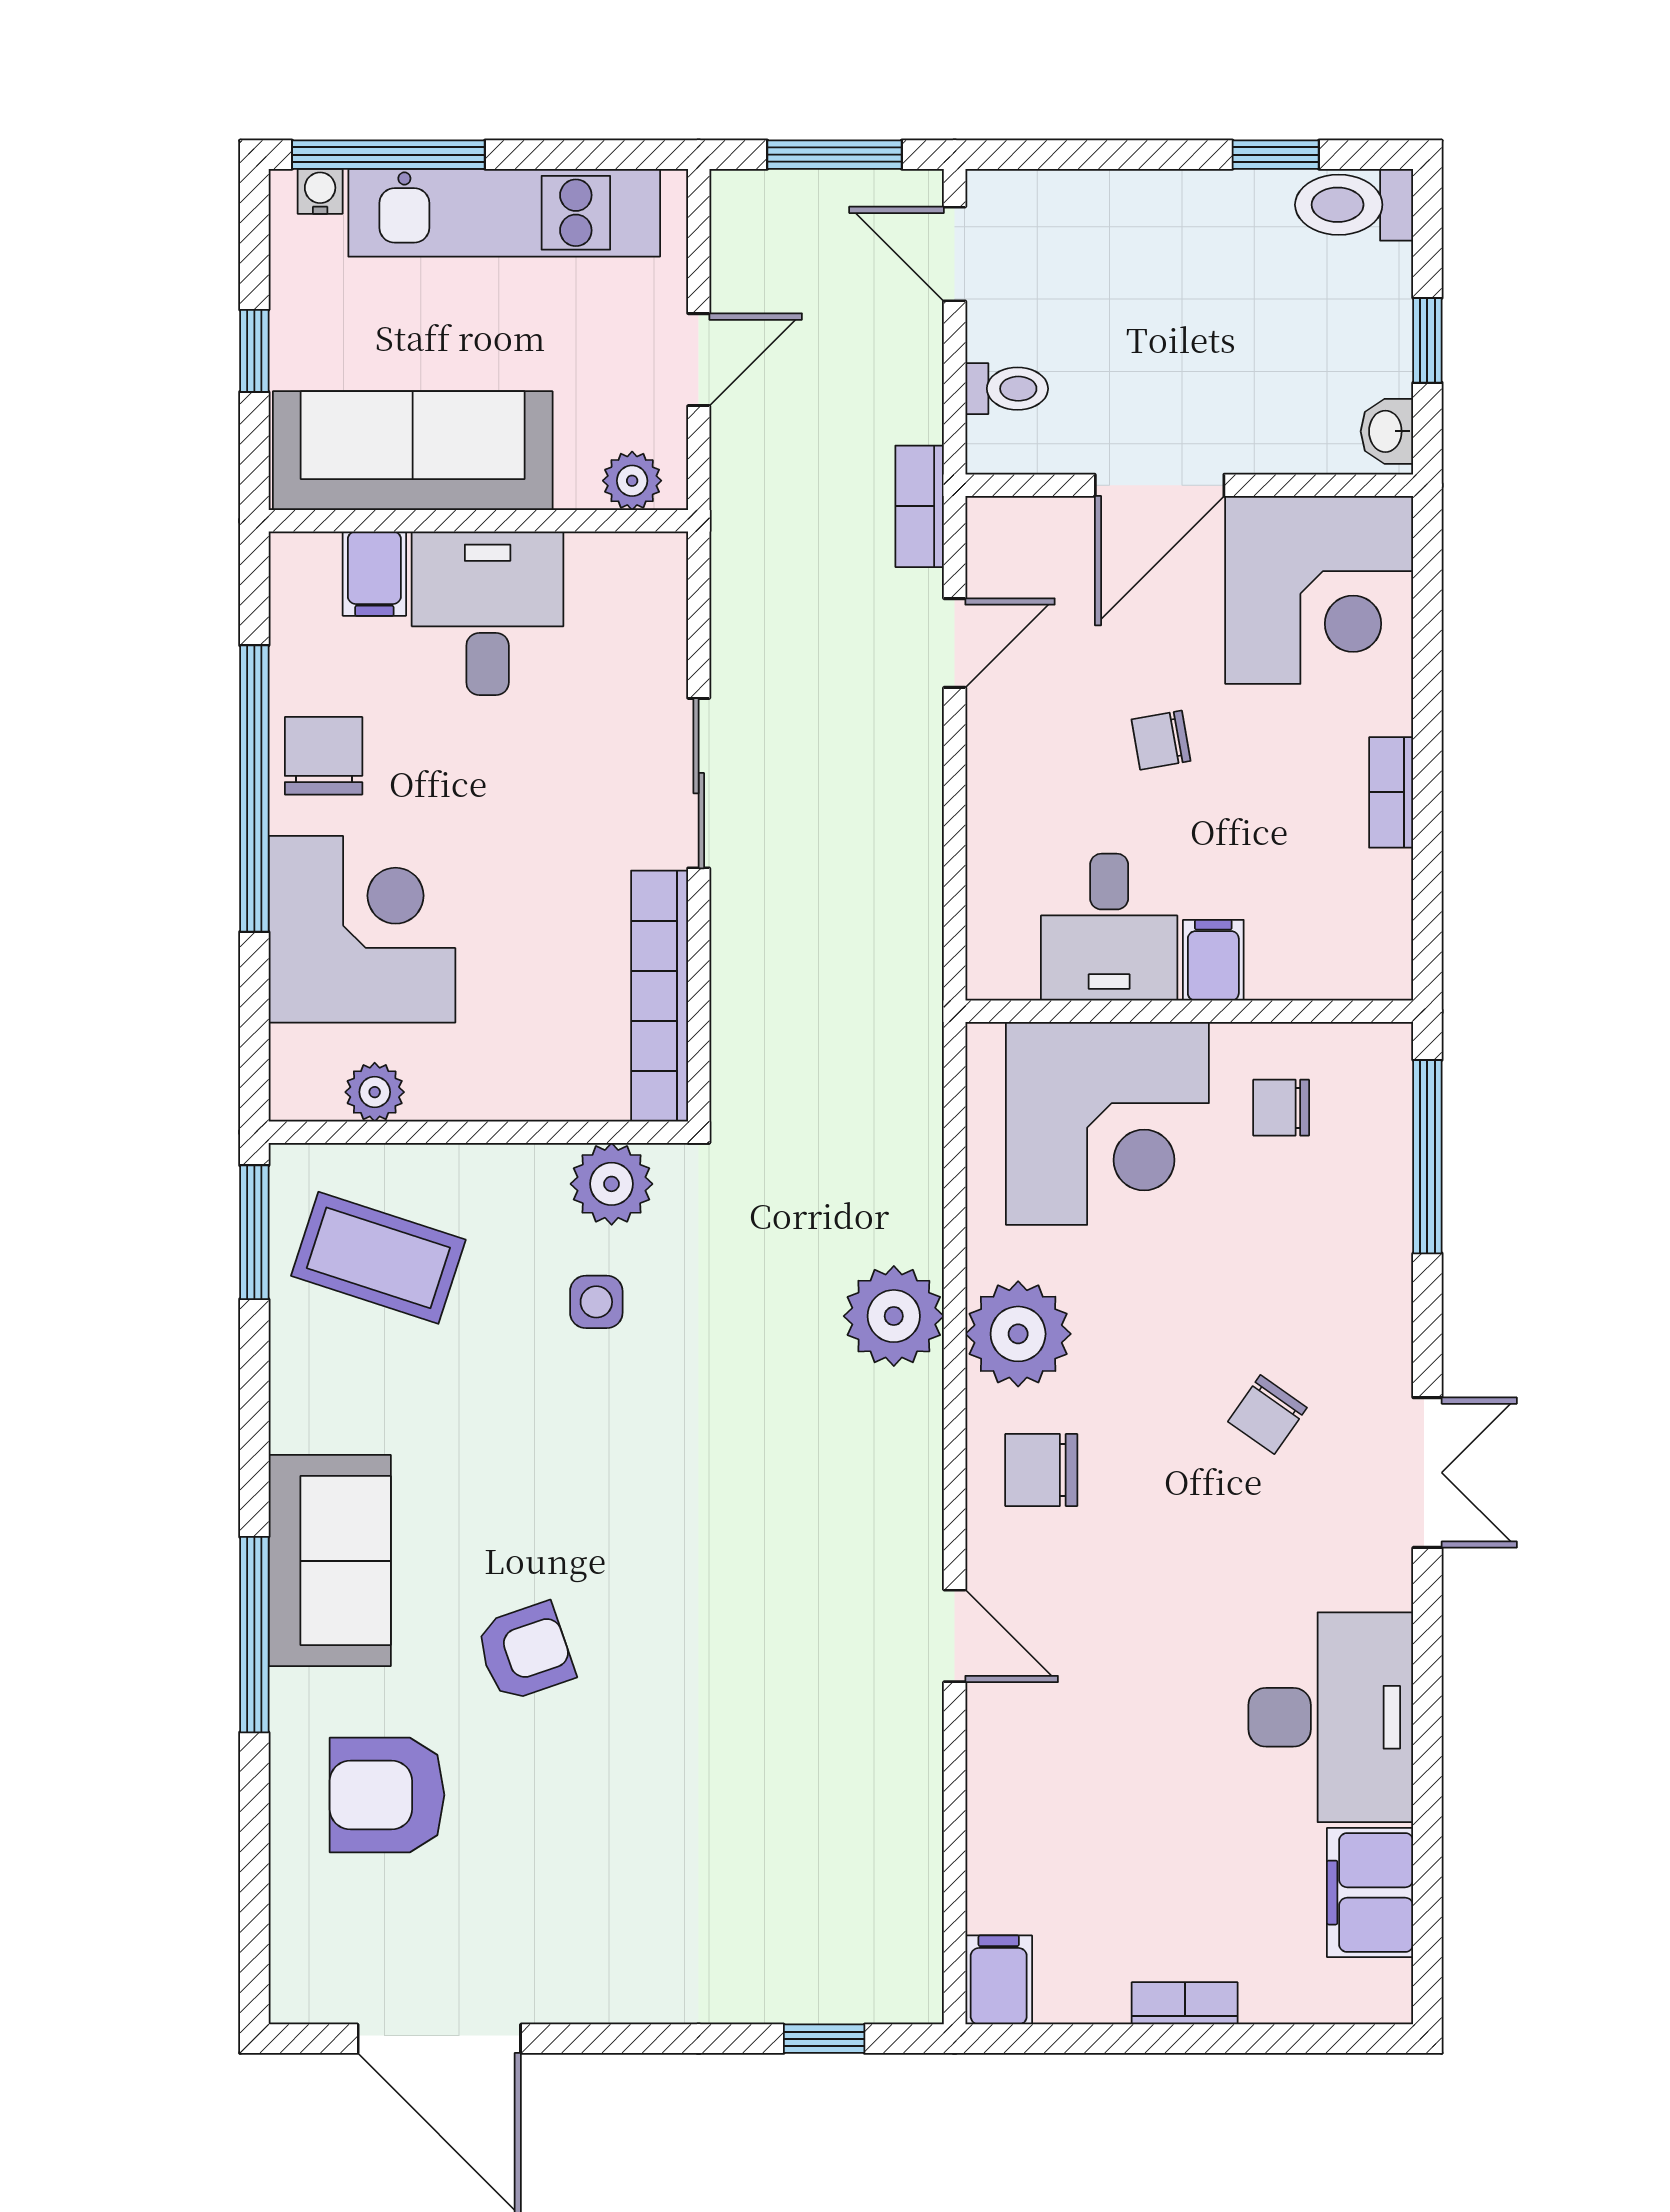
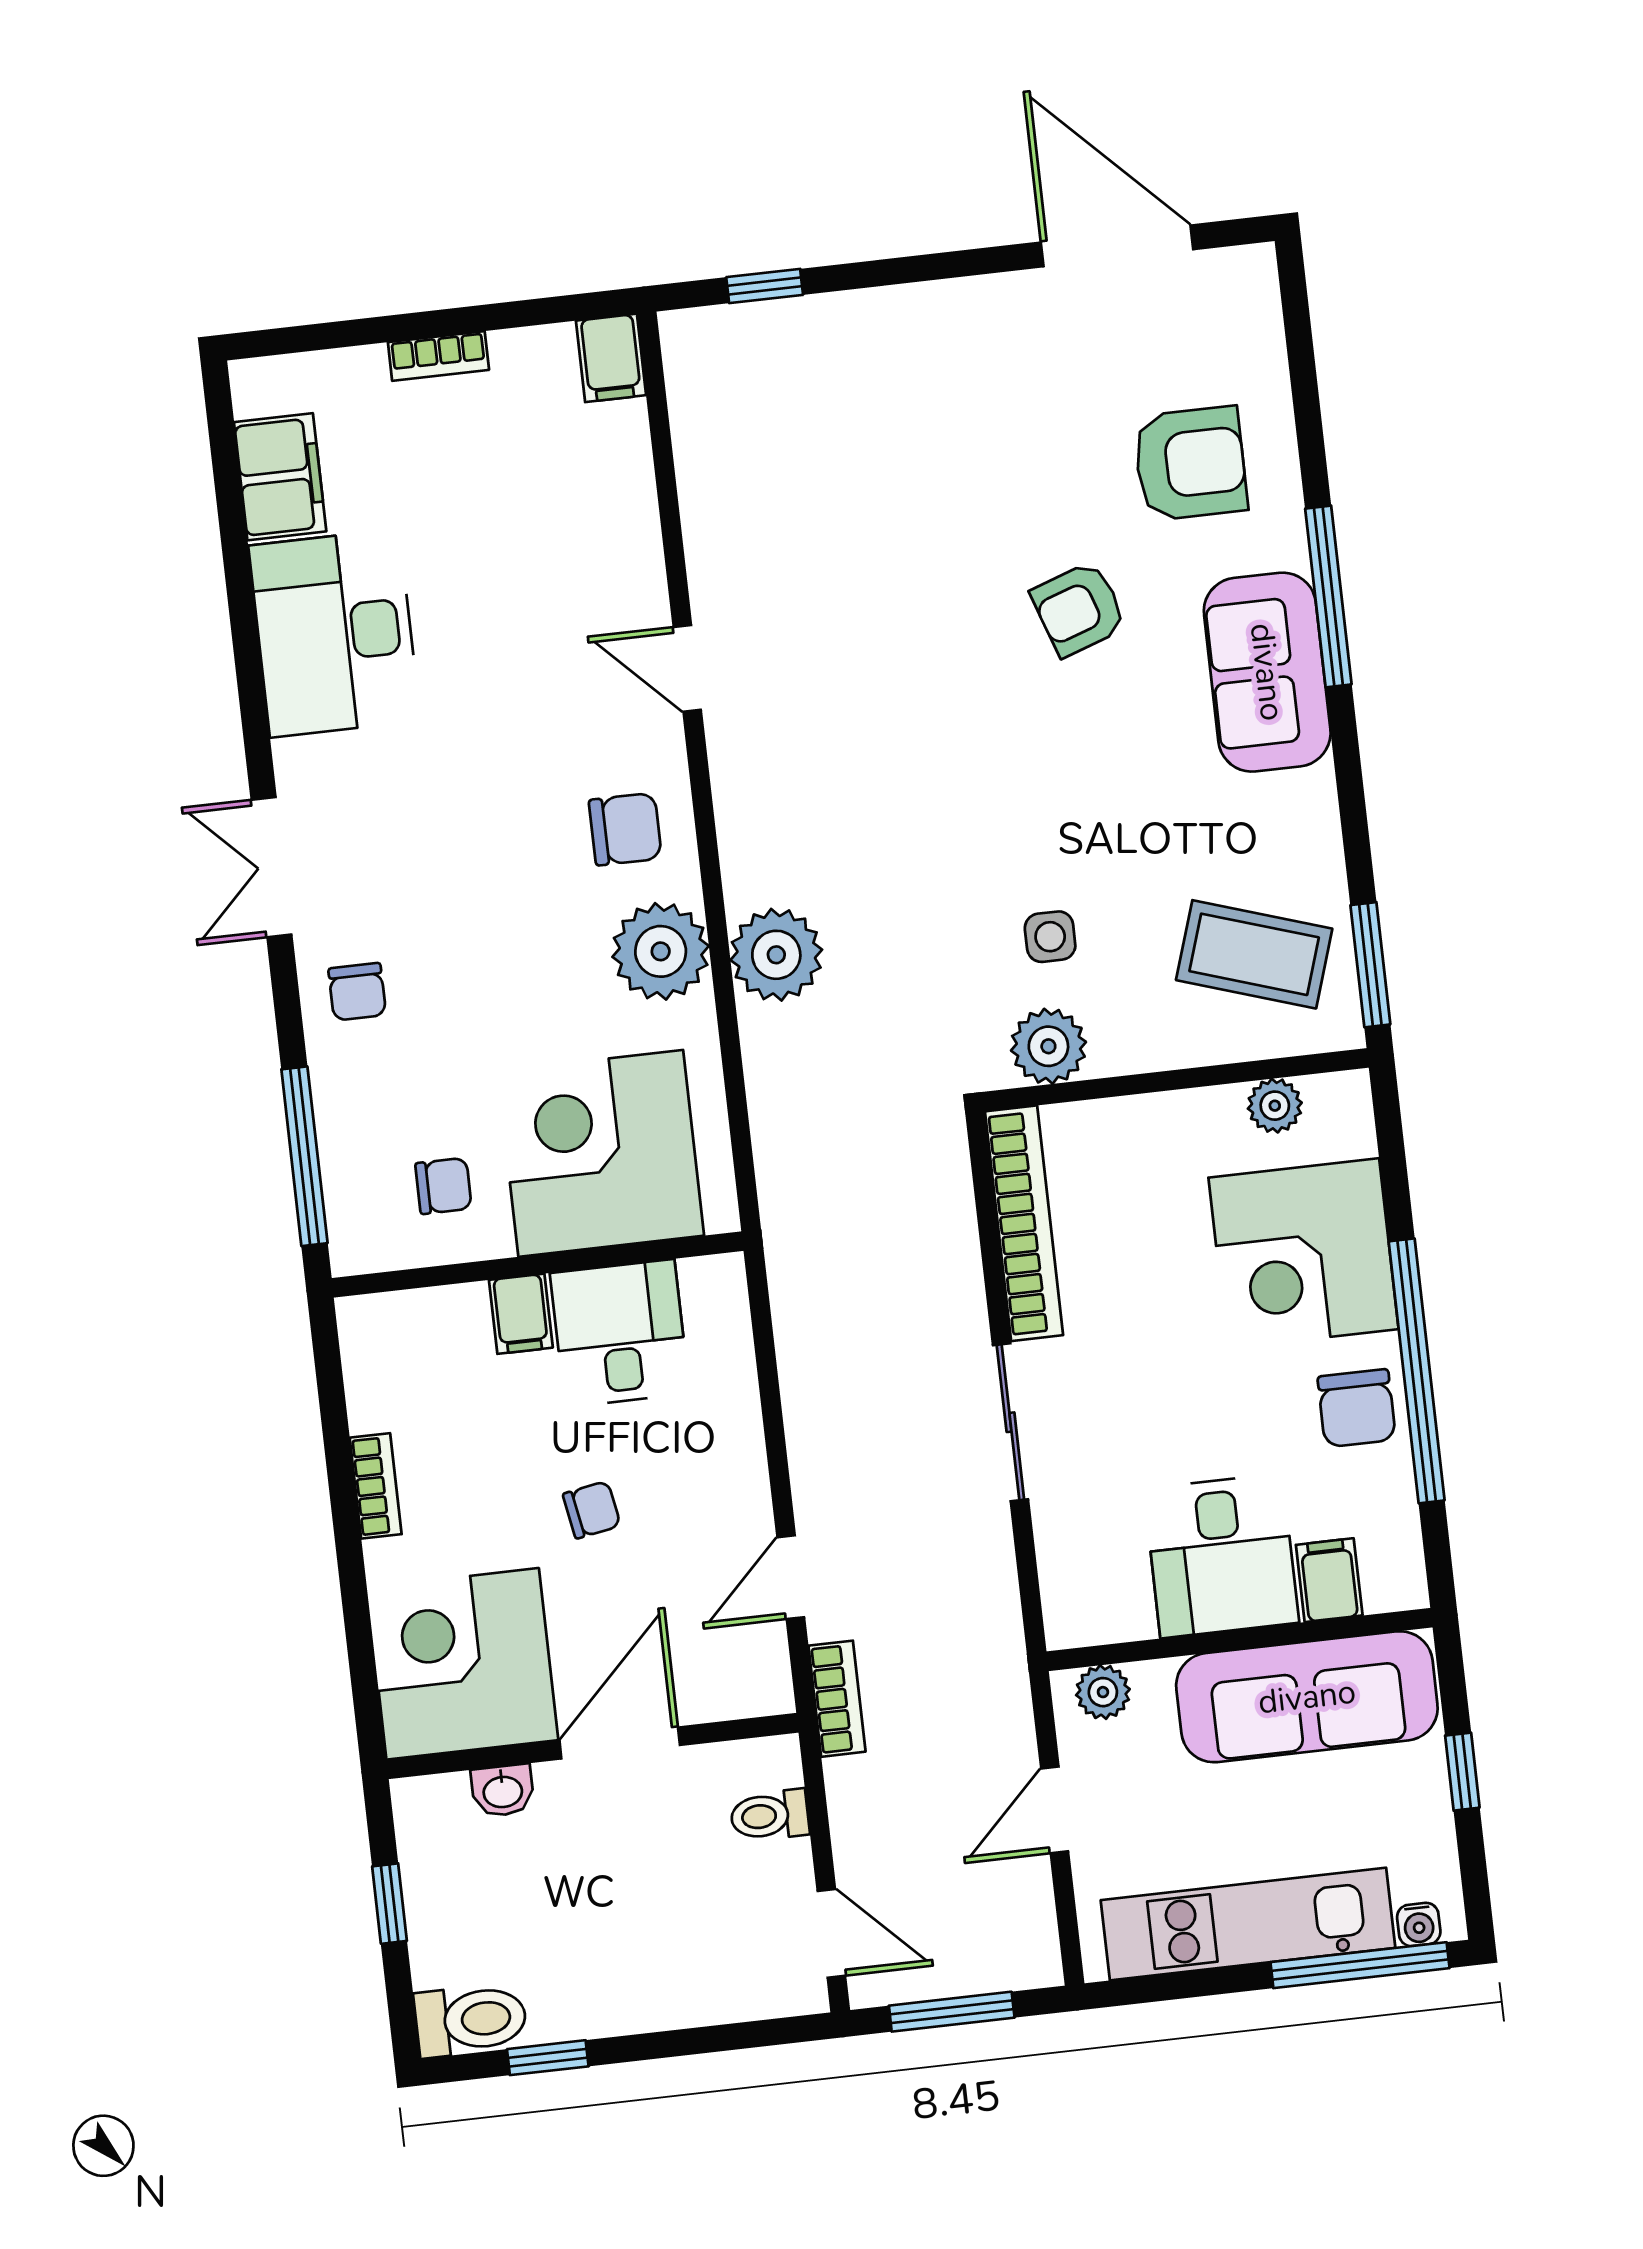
washbasin: (1387, 431) -> (503, 1791), moved, turned 90
chair: (1267, 1415) -> (357, 992), moved, turned 145

